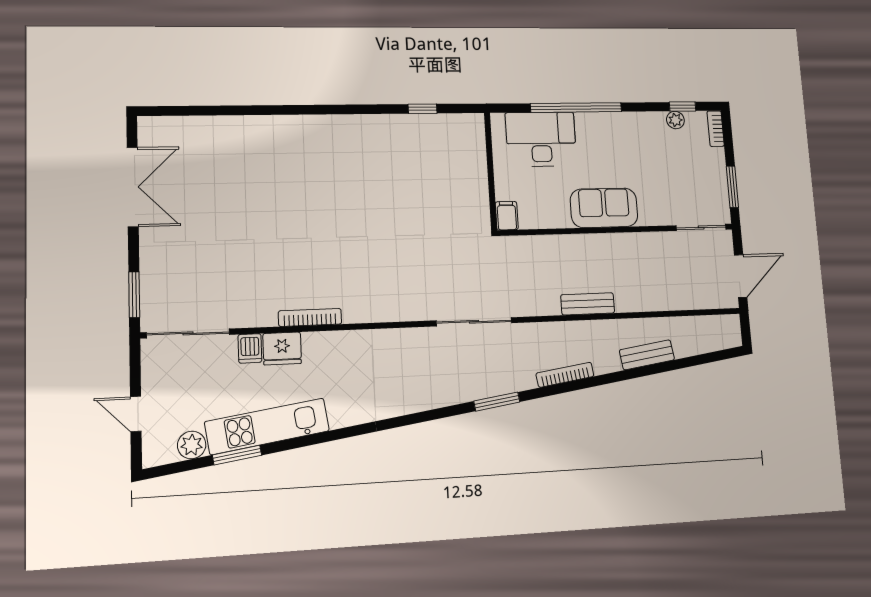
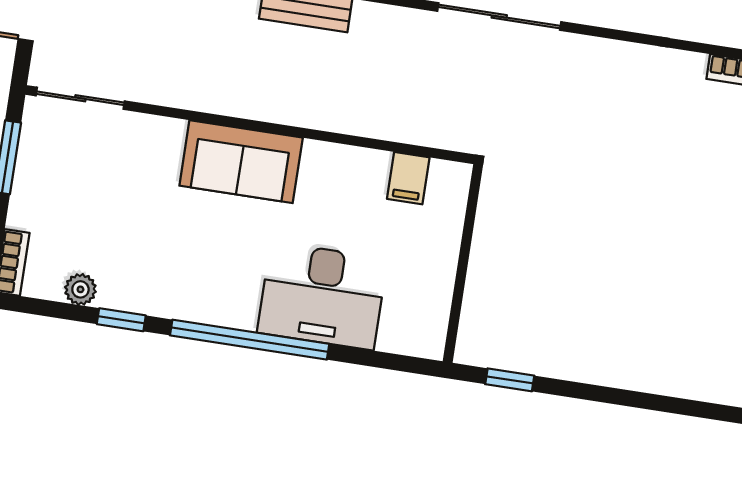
window: (682, 107) -> (121, 320), moved
wall: (491, 171) -> (463, 263), moved

